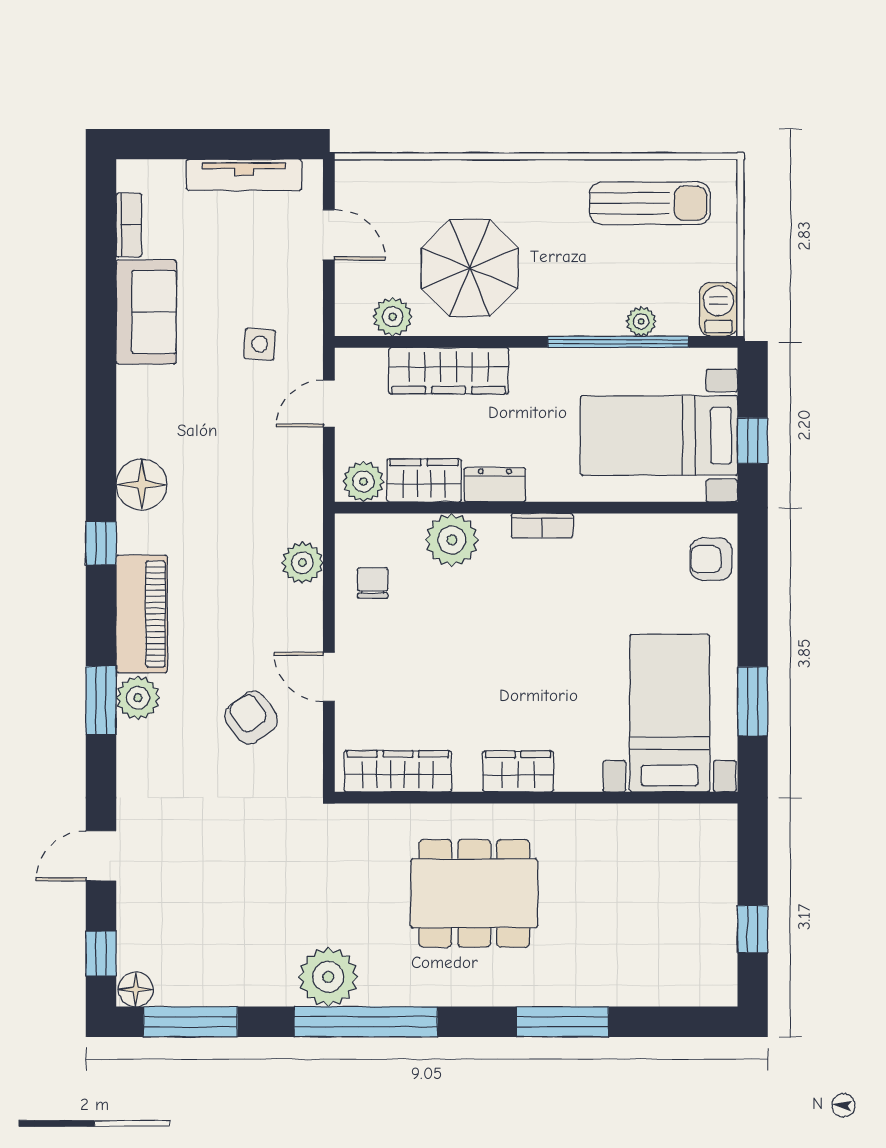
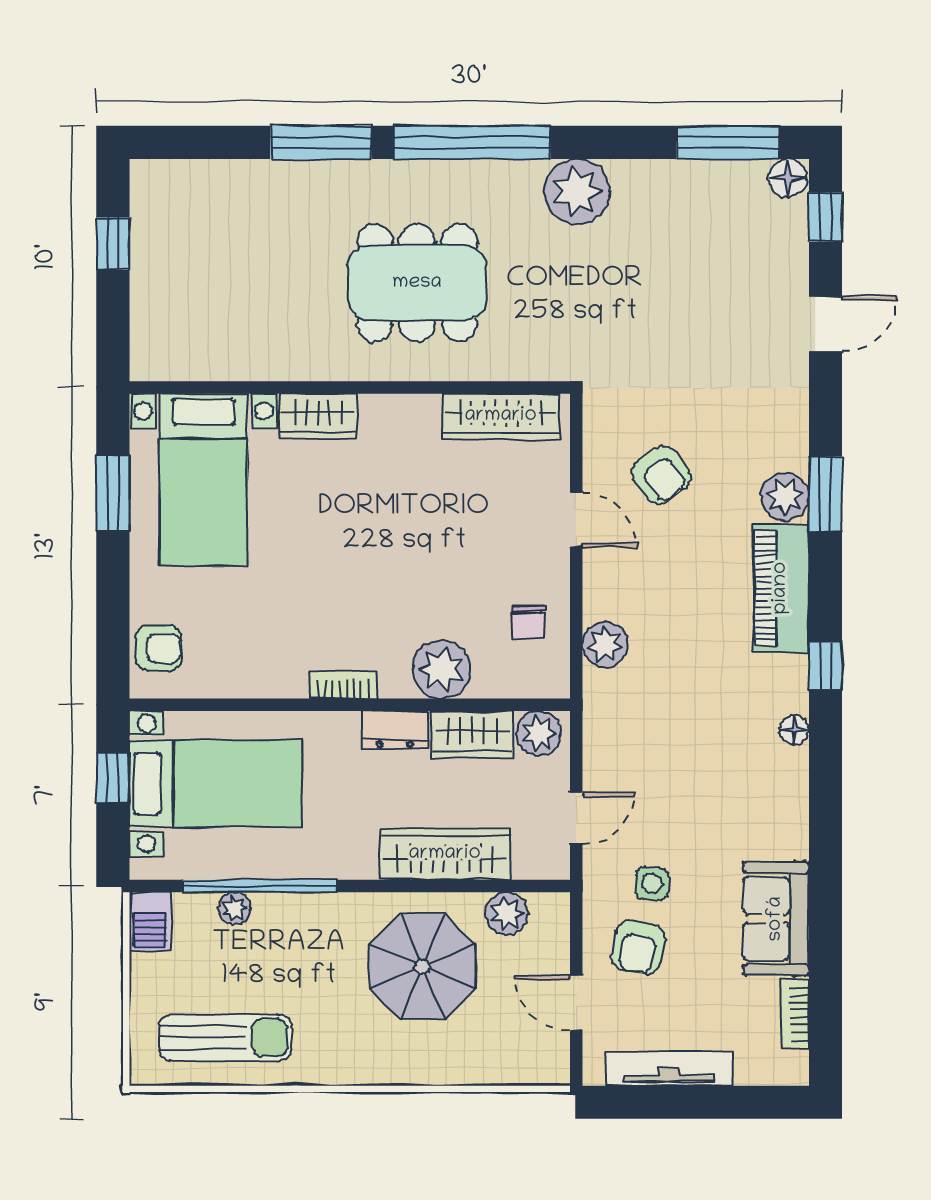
sun lounger: (650, 203) -> (225, 1038), turned 180
armchair: (272, 286) -> (638, 947), added
floor lamp: (142, 485) -> (794, 730), width x0.53, depth x0.53
wardrobe: (518, 772) -> (318, 416), moved
window: (366, 1022) -> (472, 142), moved

